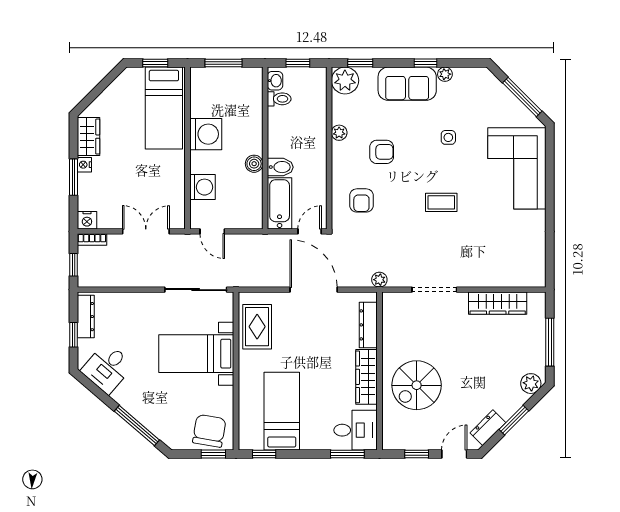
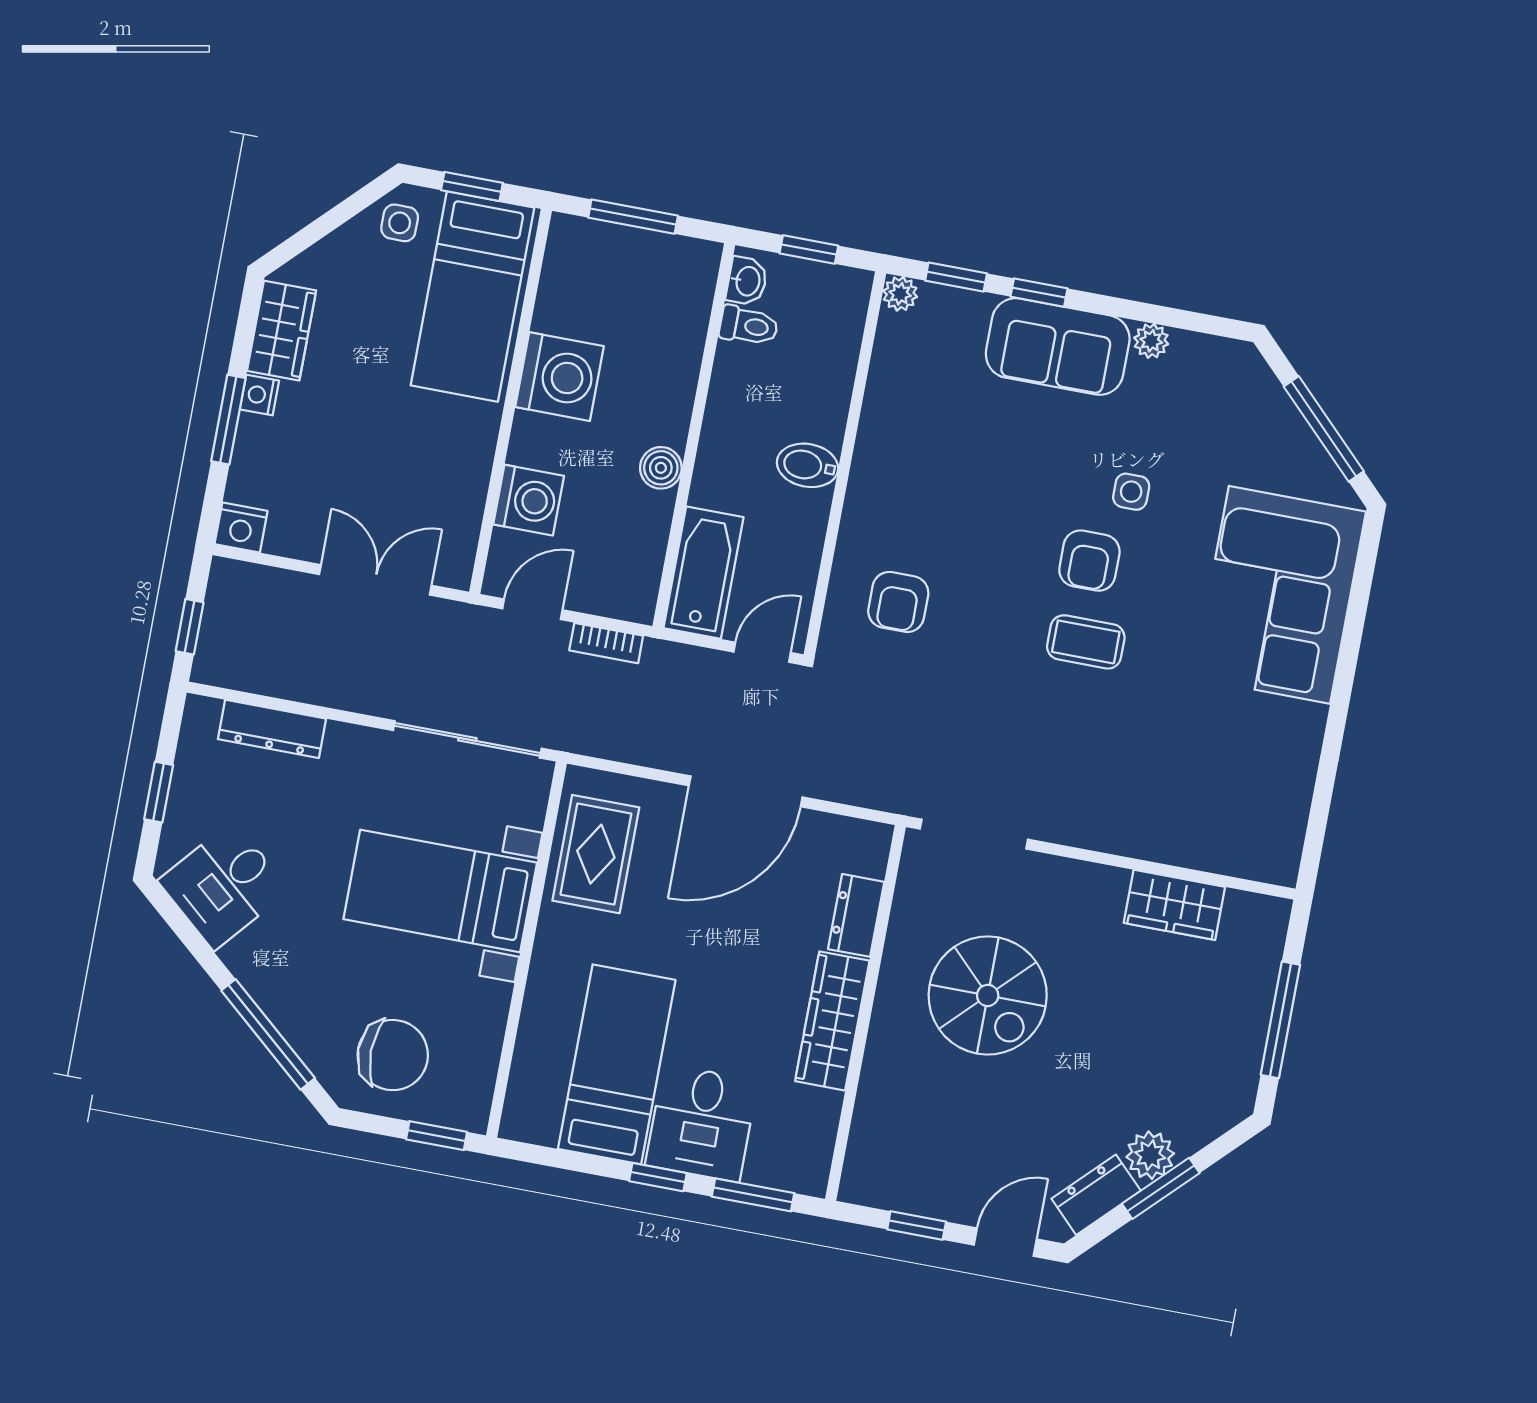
window: (426, 63) -> (1039, 293), moved
plant: (345, 80) -> (900, 294), width x0.53, depth x0.53
side table: (128, 83) -> (400, 223), added
plant: (339, 133) -> (875, 432), removed
armchair: (382, 152) -> (1089, 561), moved, turned 90
bidet: (280, 167) -> (808, 465), moved, turned 180
door: (212, 231) -> (532, 609), swing flipped
bookcase: (92, 240) -> (606, 643), moved
plant: (379, 280) -> (906, 797), removed
door: (314, 290) -> (746, 791), swing flipped
doorway: (434, 290) -> (974, 834), moved
wardrobe: (498, 303) -> (1174, 905), width x0.67
dresser: (86, 317) -> (272, 729), moved, turned 90
dresser: (368, 325) -> (856, 915), width x0.70
plant: (531, 384) -> (1150, 1155), moved
spiral stairs: (417, 385) -> (988, 995), moved, turned -90
desk: (356, 430) -> (702, 1123), moved, turned 90
chair: (209, 431) -> (393, 1055), moved, turned 80
window: (264, 454) -> (658, 1177), moved

